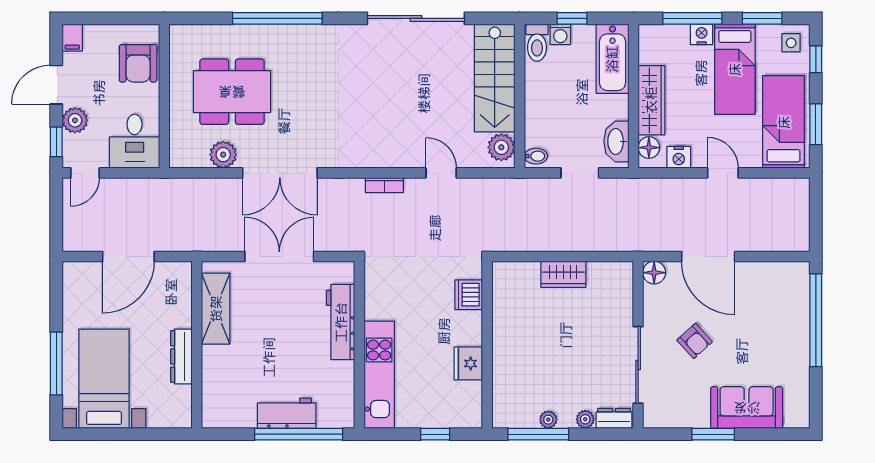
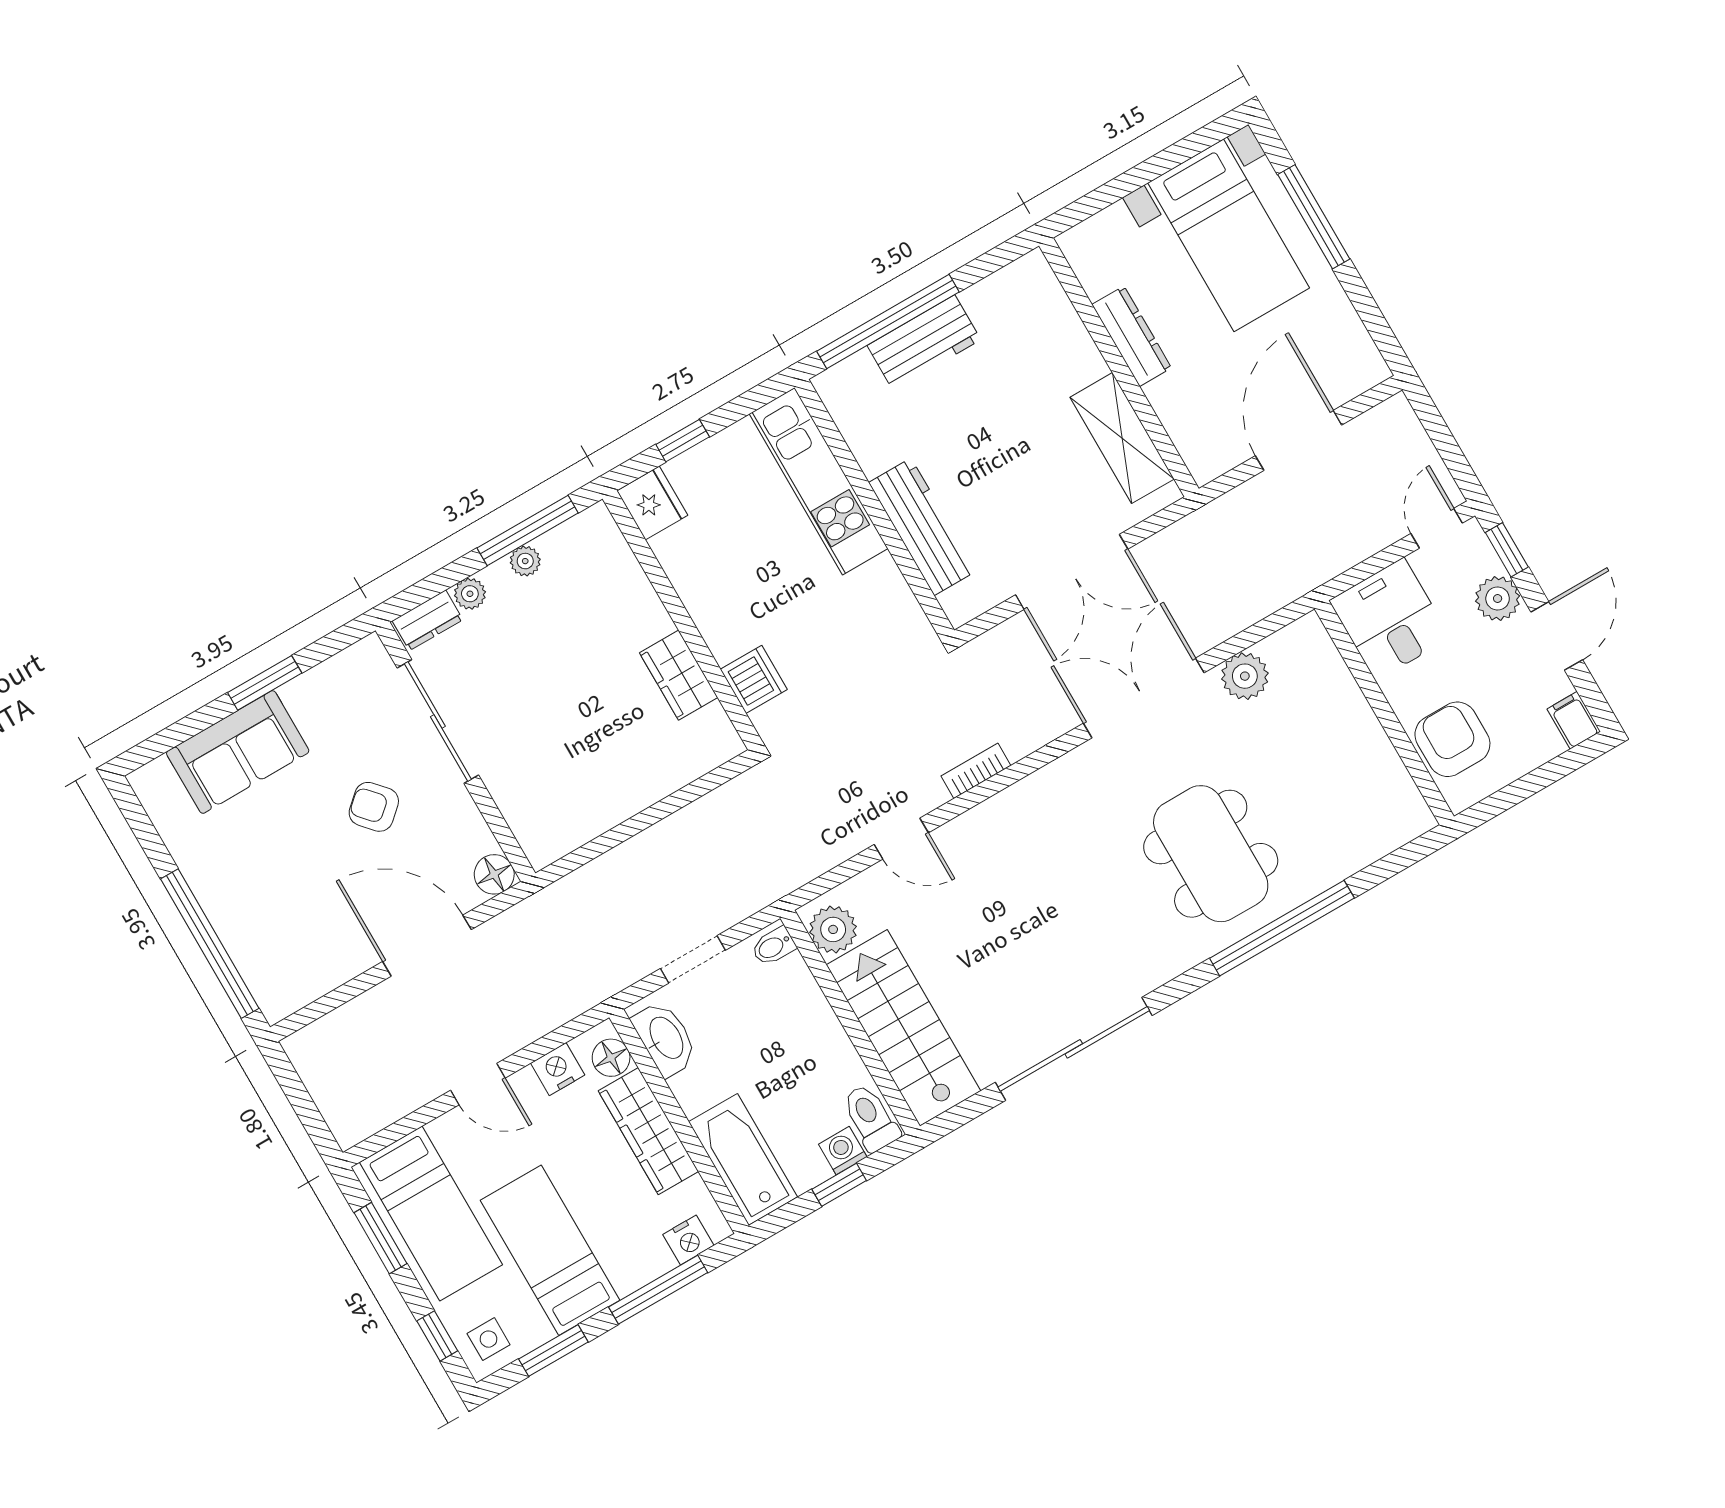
nightstand: (702, 34) -> (688, 1240), moved
dining table: (232, 92) -> (1211, 854), moved, turned 90
wardrobe: (563, 274) -> (679, 675), moved, turned -90
fridge: (468, 363) -> (652, 503), moved

